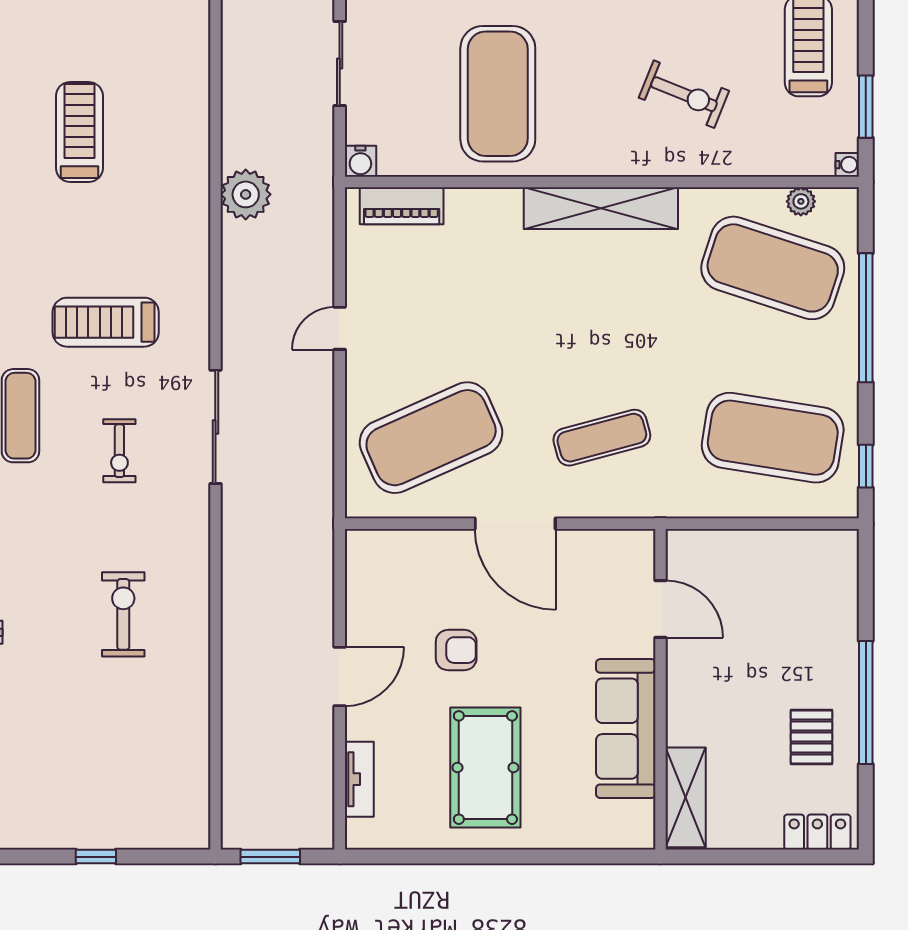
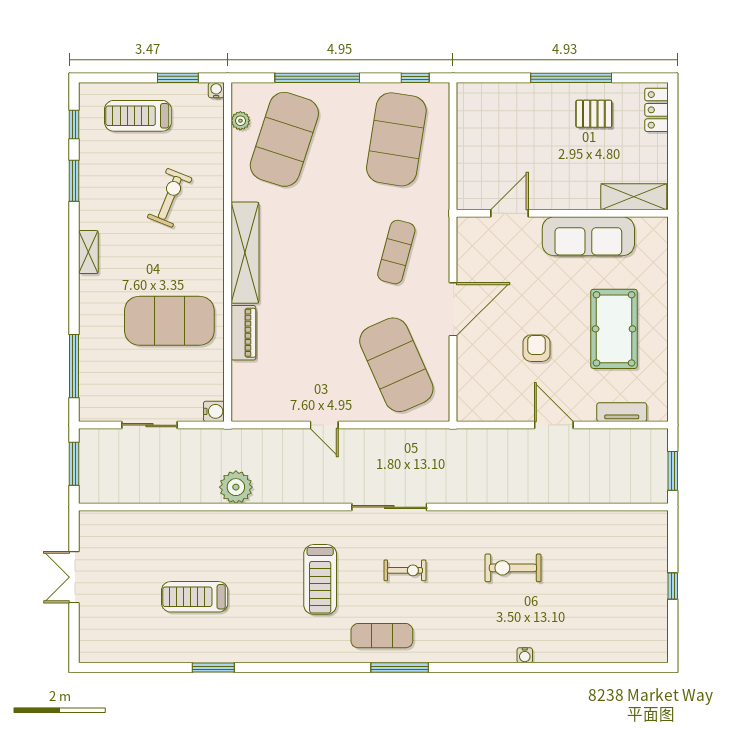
piano: (402, 206) -> (243, 333), moved
exercise mat: (602, 438) -> (396, 252), turned 30
pool table: (485, 768) -> (614, 329), turned 90

